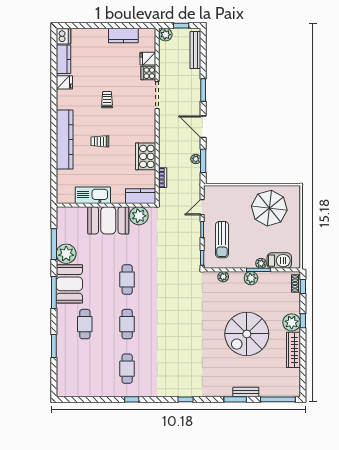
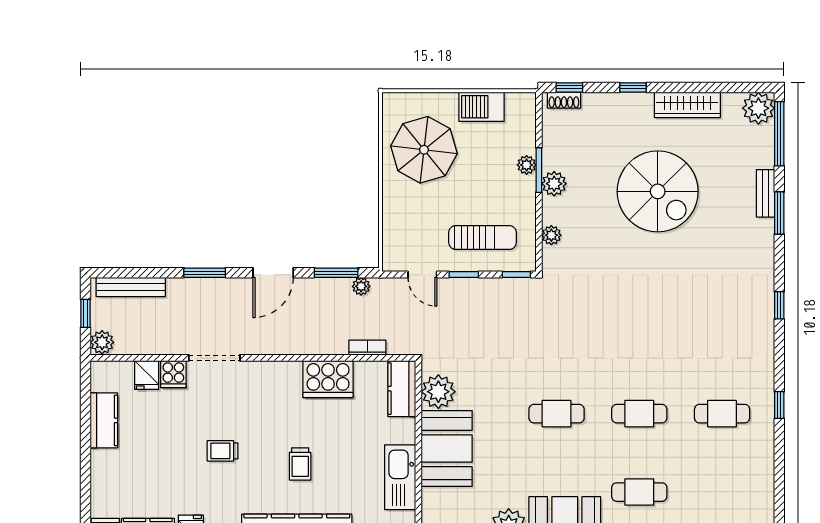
plant: (196, 159) -> (361, 286), moved
barbecue: (279, 261) -> (482, 107), moved, turned -90
plant: (292, 322) -> (758, 108), moved

